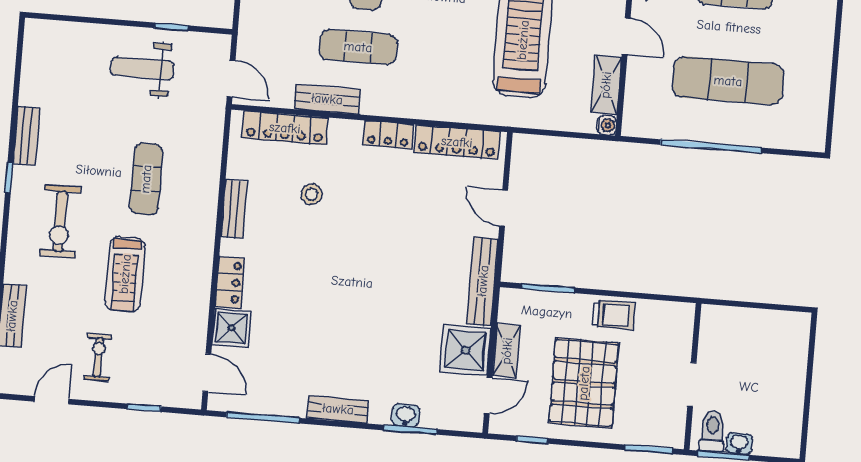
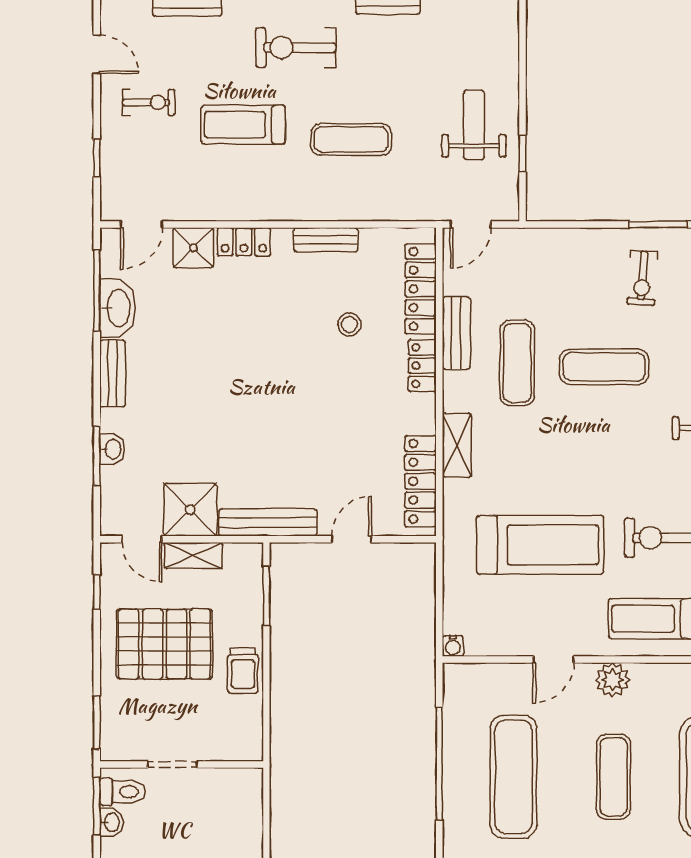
shelving: (606, 85) -> (457, 445), moved, turned 90
locker: (388, 135) -> (422, 366), moved
washbasin: (280, 400) -> (118, 308), added

